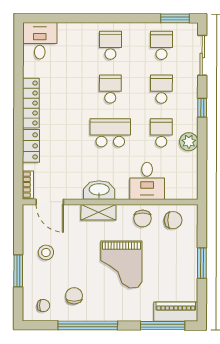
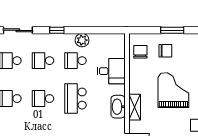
chair: (143, 218) -> (165, 51), moved
grand piano: (121, 265) -> (173, 90), turned -90

